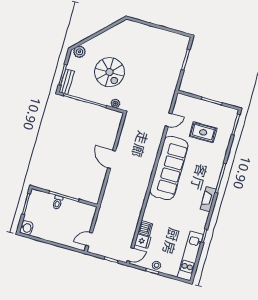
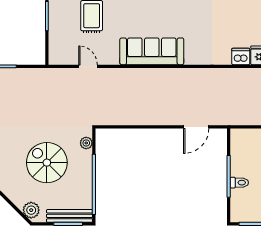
spiral stairs: (110, 72) -> (47, 163), turned -90
bench: (67, 82) -> (70, 216), width x1.36
door: (112, 160) -> (196, 127), moved
sofa: (169, 168) -> (152, 51), width x0.74, depth x0.79

